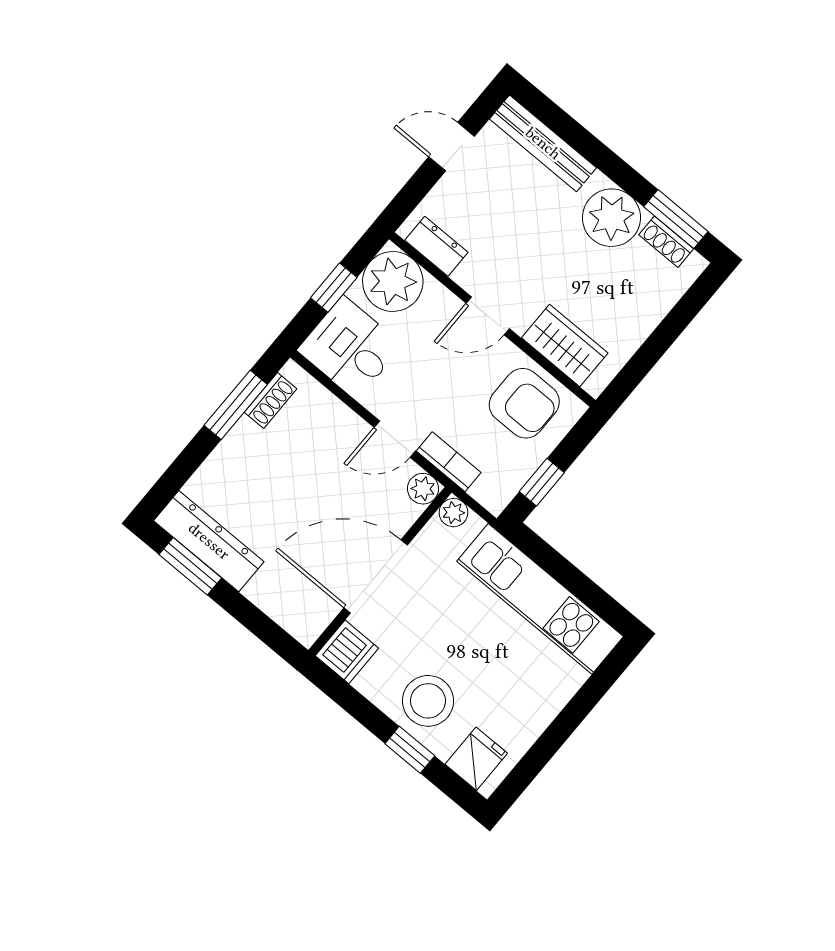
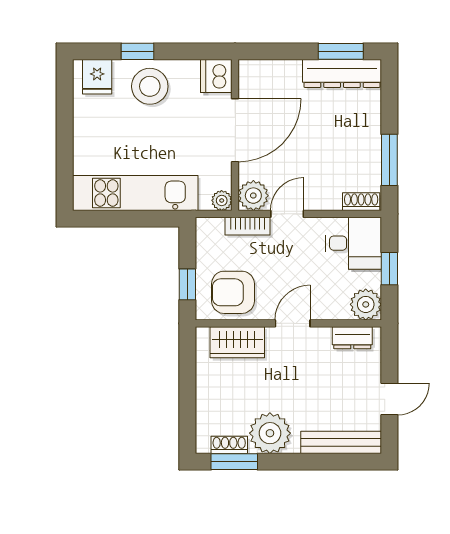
plant: (393, 281) -> (366, 304), width x0.73, depth x0.73
shoe rack: (271, 400) -> (361, 202), moved, turned 90
window: (542, 482) -> (187, 284), moved
plant: (423, 489) -> (253, 196), width x1.38, depth x1.38

